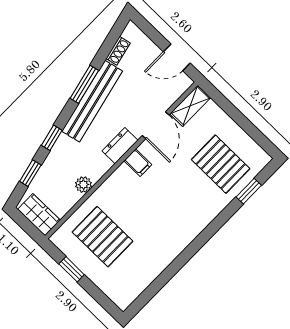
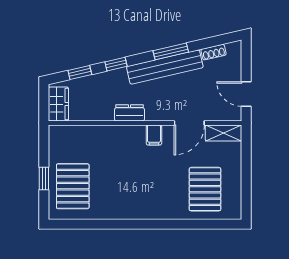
dresser: (120, 146) -> (130, 113), moved
plant: (83, 185) -> (106, 114), removed
window: (249, 191) -> (205, 224), removed
pallet: (103, 237) -> (73, 186), moved
window: (72, 269) -> (44, 178), moved

